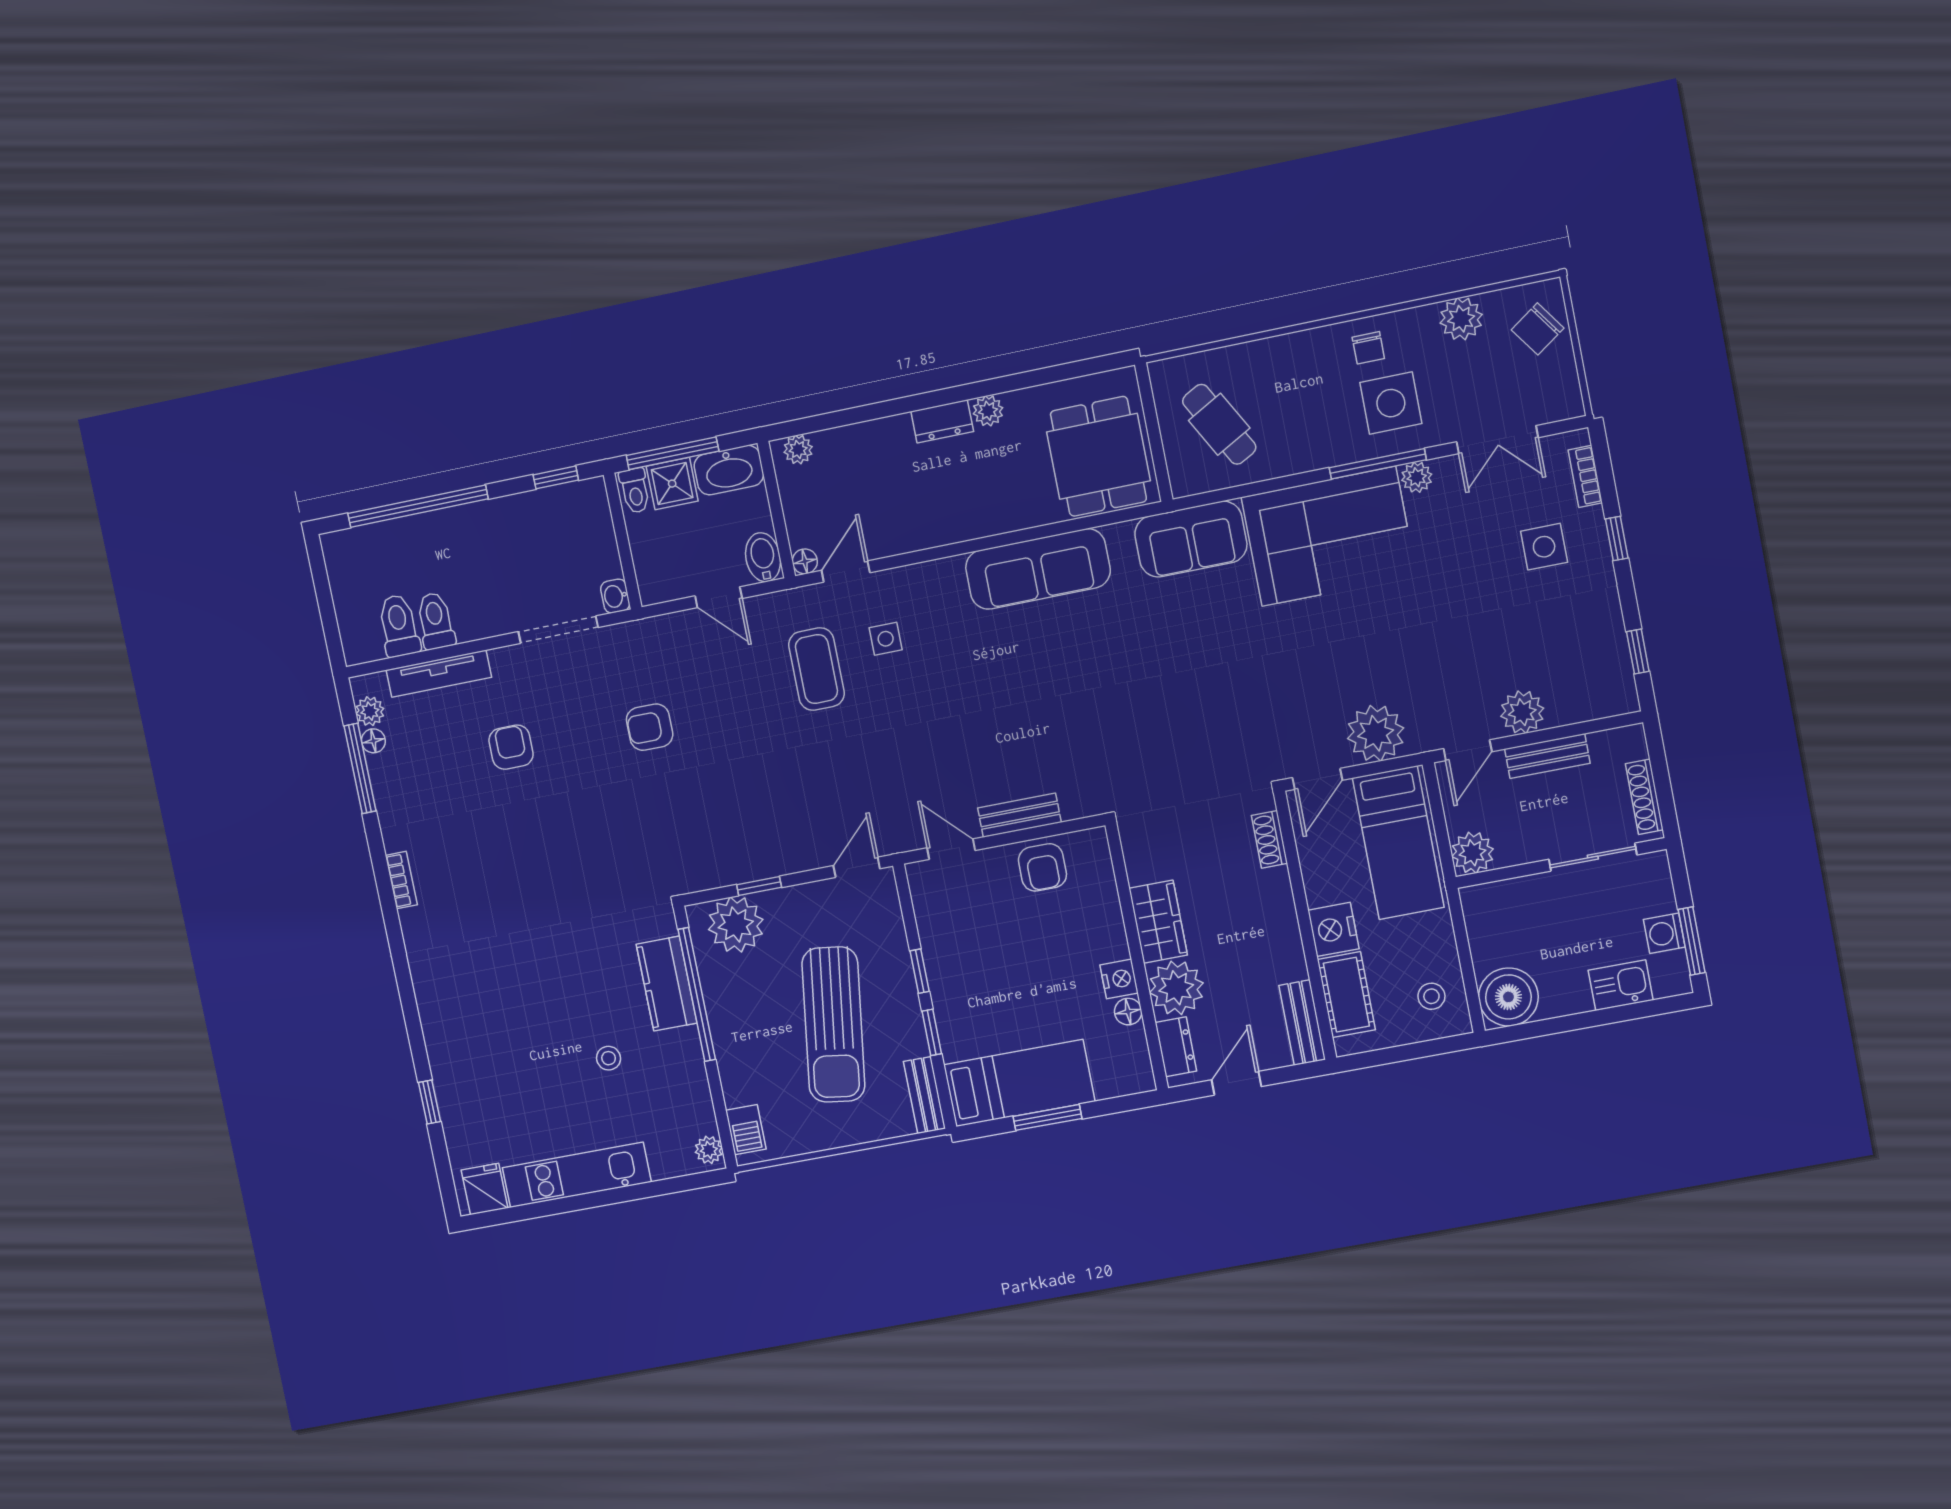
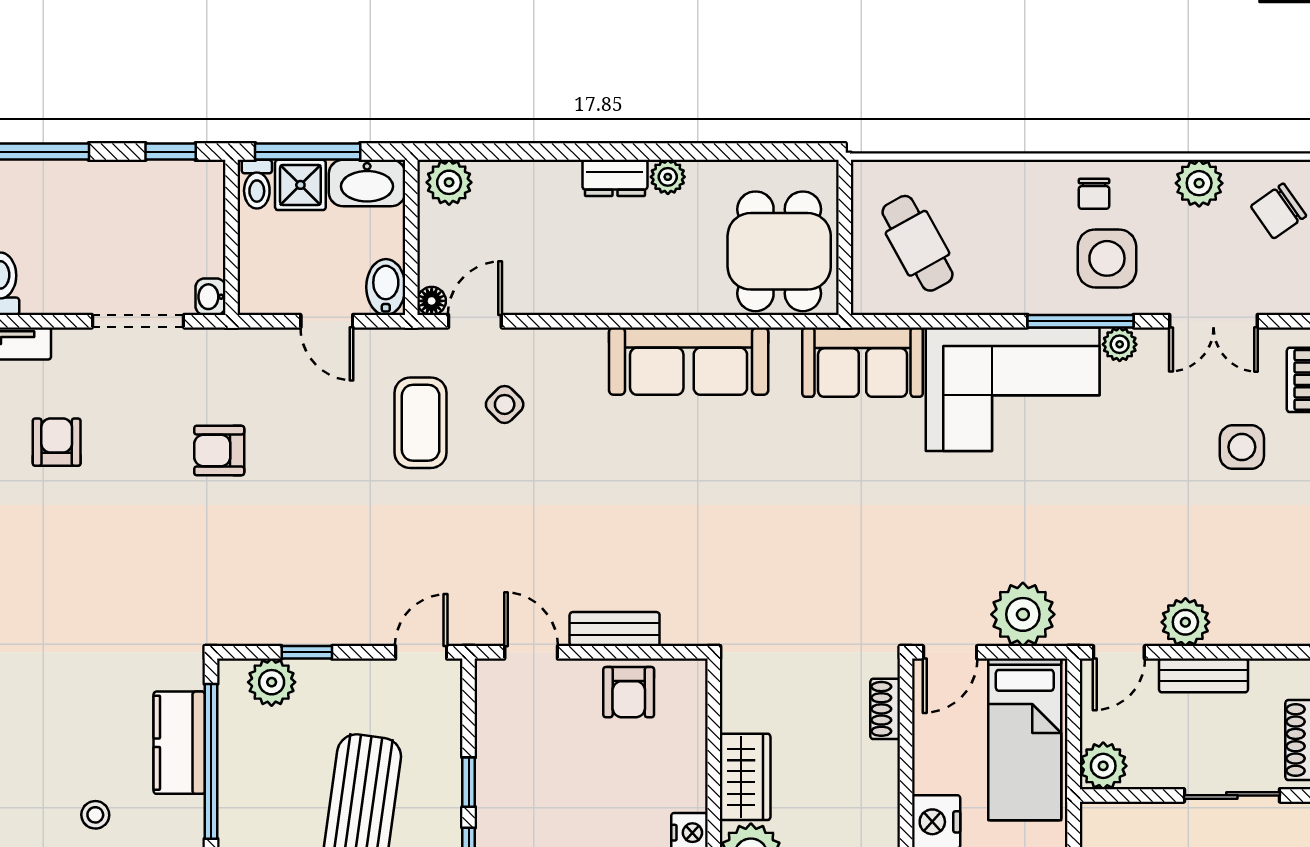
plant: (798, 450) -> (449, 182), width x1.38, depth x1.38
side table: (886, 639) -> (505, 404), turned 45
plant: (736, 925) -> (272, 682), width x0.73, depth x0.73

